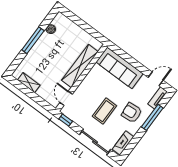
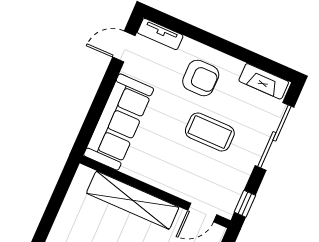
door: (156, 79) -> (124, 46), hinge flipped
armchair: (132, 113) -> (201, 78), turned -85
window: (152, 117) -> (200, 36), removed

